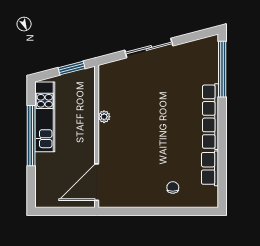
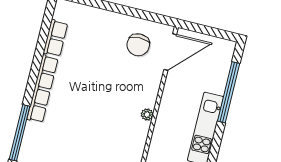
window: (31, 136) -> (229, 92), moved
chair: (173, 187) -> (138, 45), moved, width x1.87, depth x1.87

